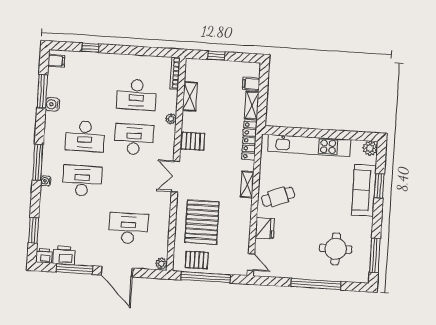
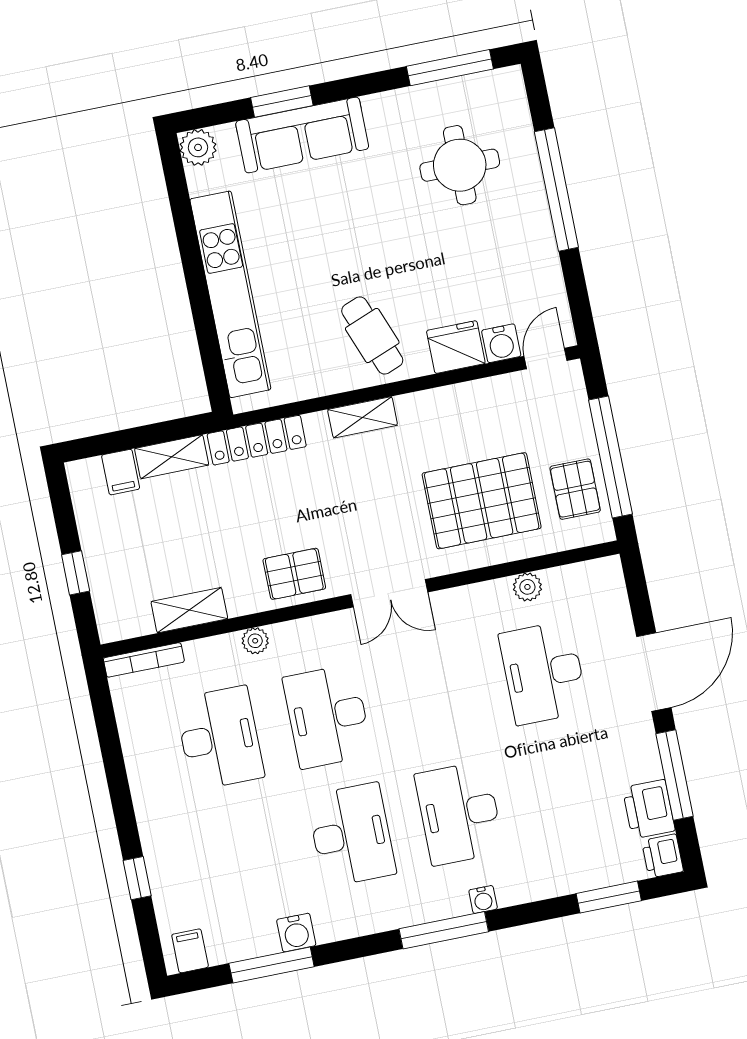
pallet: (193, 141) -> (294, 574), turned 90
water cooler: (262, 246) -> (501, 343), added
plant: (161, 264) -> (527, 587), moved

